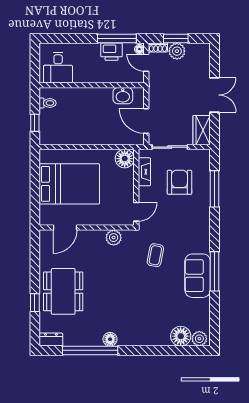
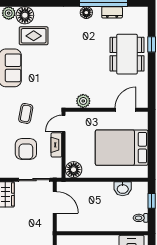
washbasin: (123, 96) -> (123, 189), moved, turned 180
fireplace: (144, 172) -> (56, 145), moved
coffee table: (155, 255) -> (26, 113), moved
rug: (171, 313) -> (34, 36), added
dresser: (51, 340) -> (112, 12), moved

